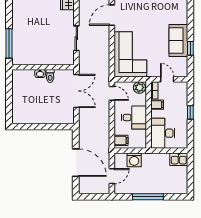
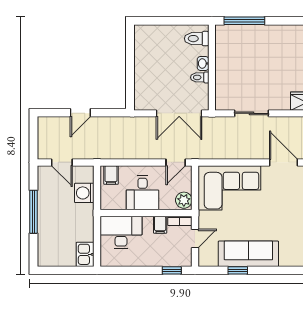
sofa: (178, 41) -> (248, 254), width x1.36
toilet: (22, 78) -> (197, 39), added
window: (190, 112) -> (172, 270), moved
door: (76, 163) -> (80, 113), width x0.53

